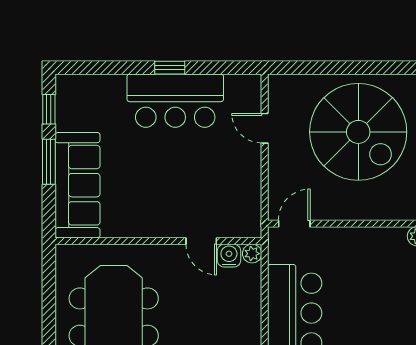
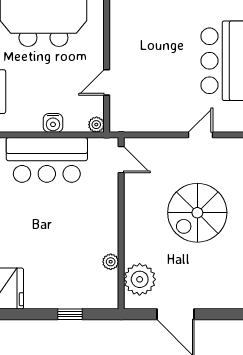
spiral stairs: (358, 132) -> (197, 213), width x0.73, depth x0.73
water cooler: (229, 256) -> (53, 123), moved, turned 90

